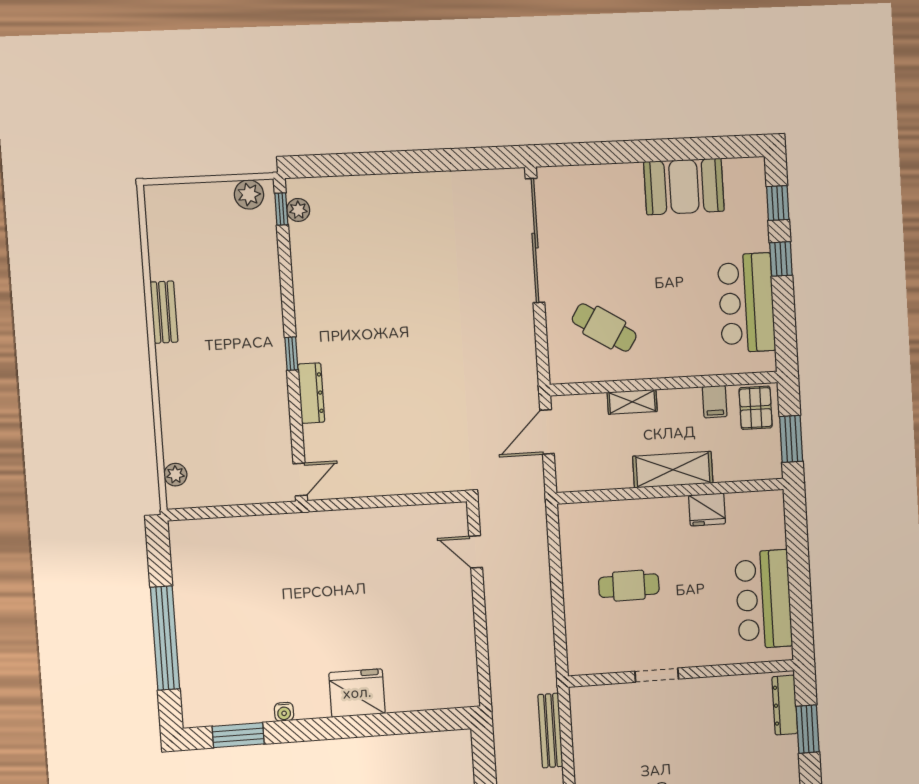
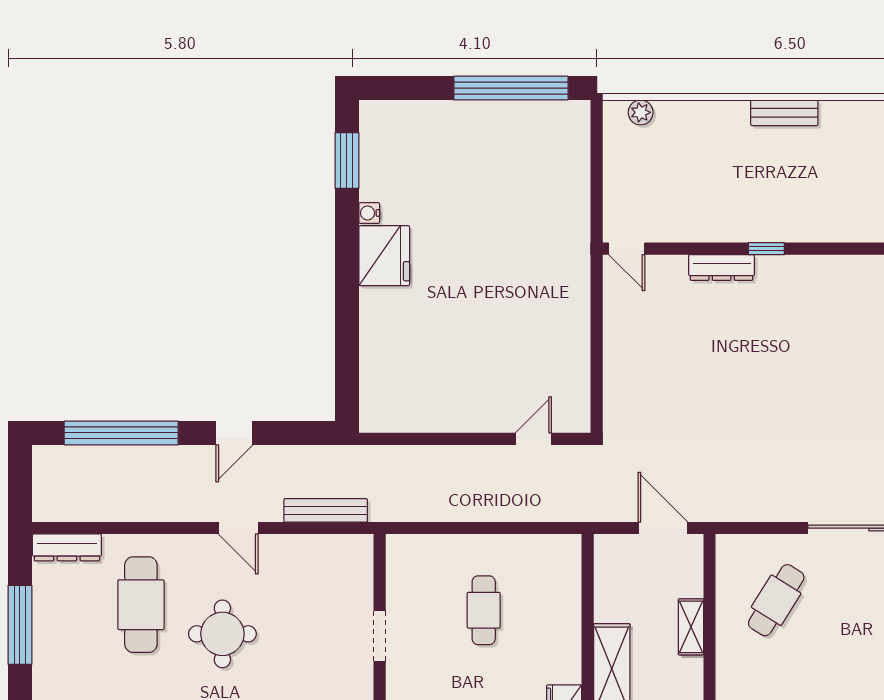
bench: (164, 312) -> (784, 113), moved
window: (165, 638) -> (511, 88), moved
fridge: (357, 693) -> (384, 256), moved

